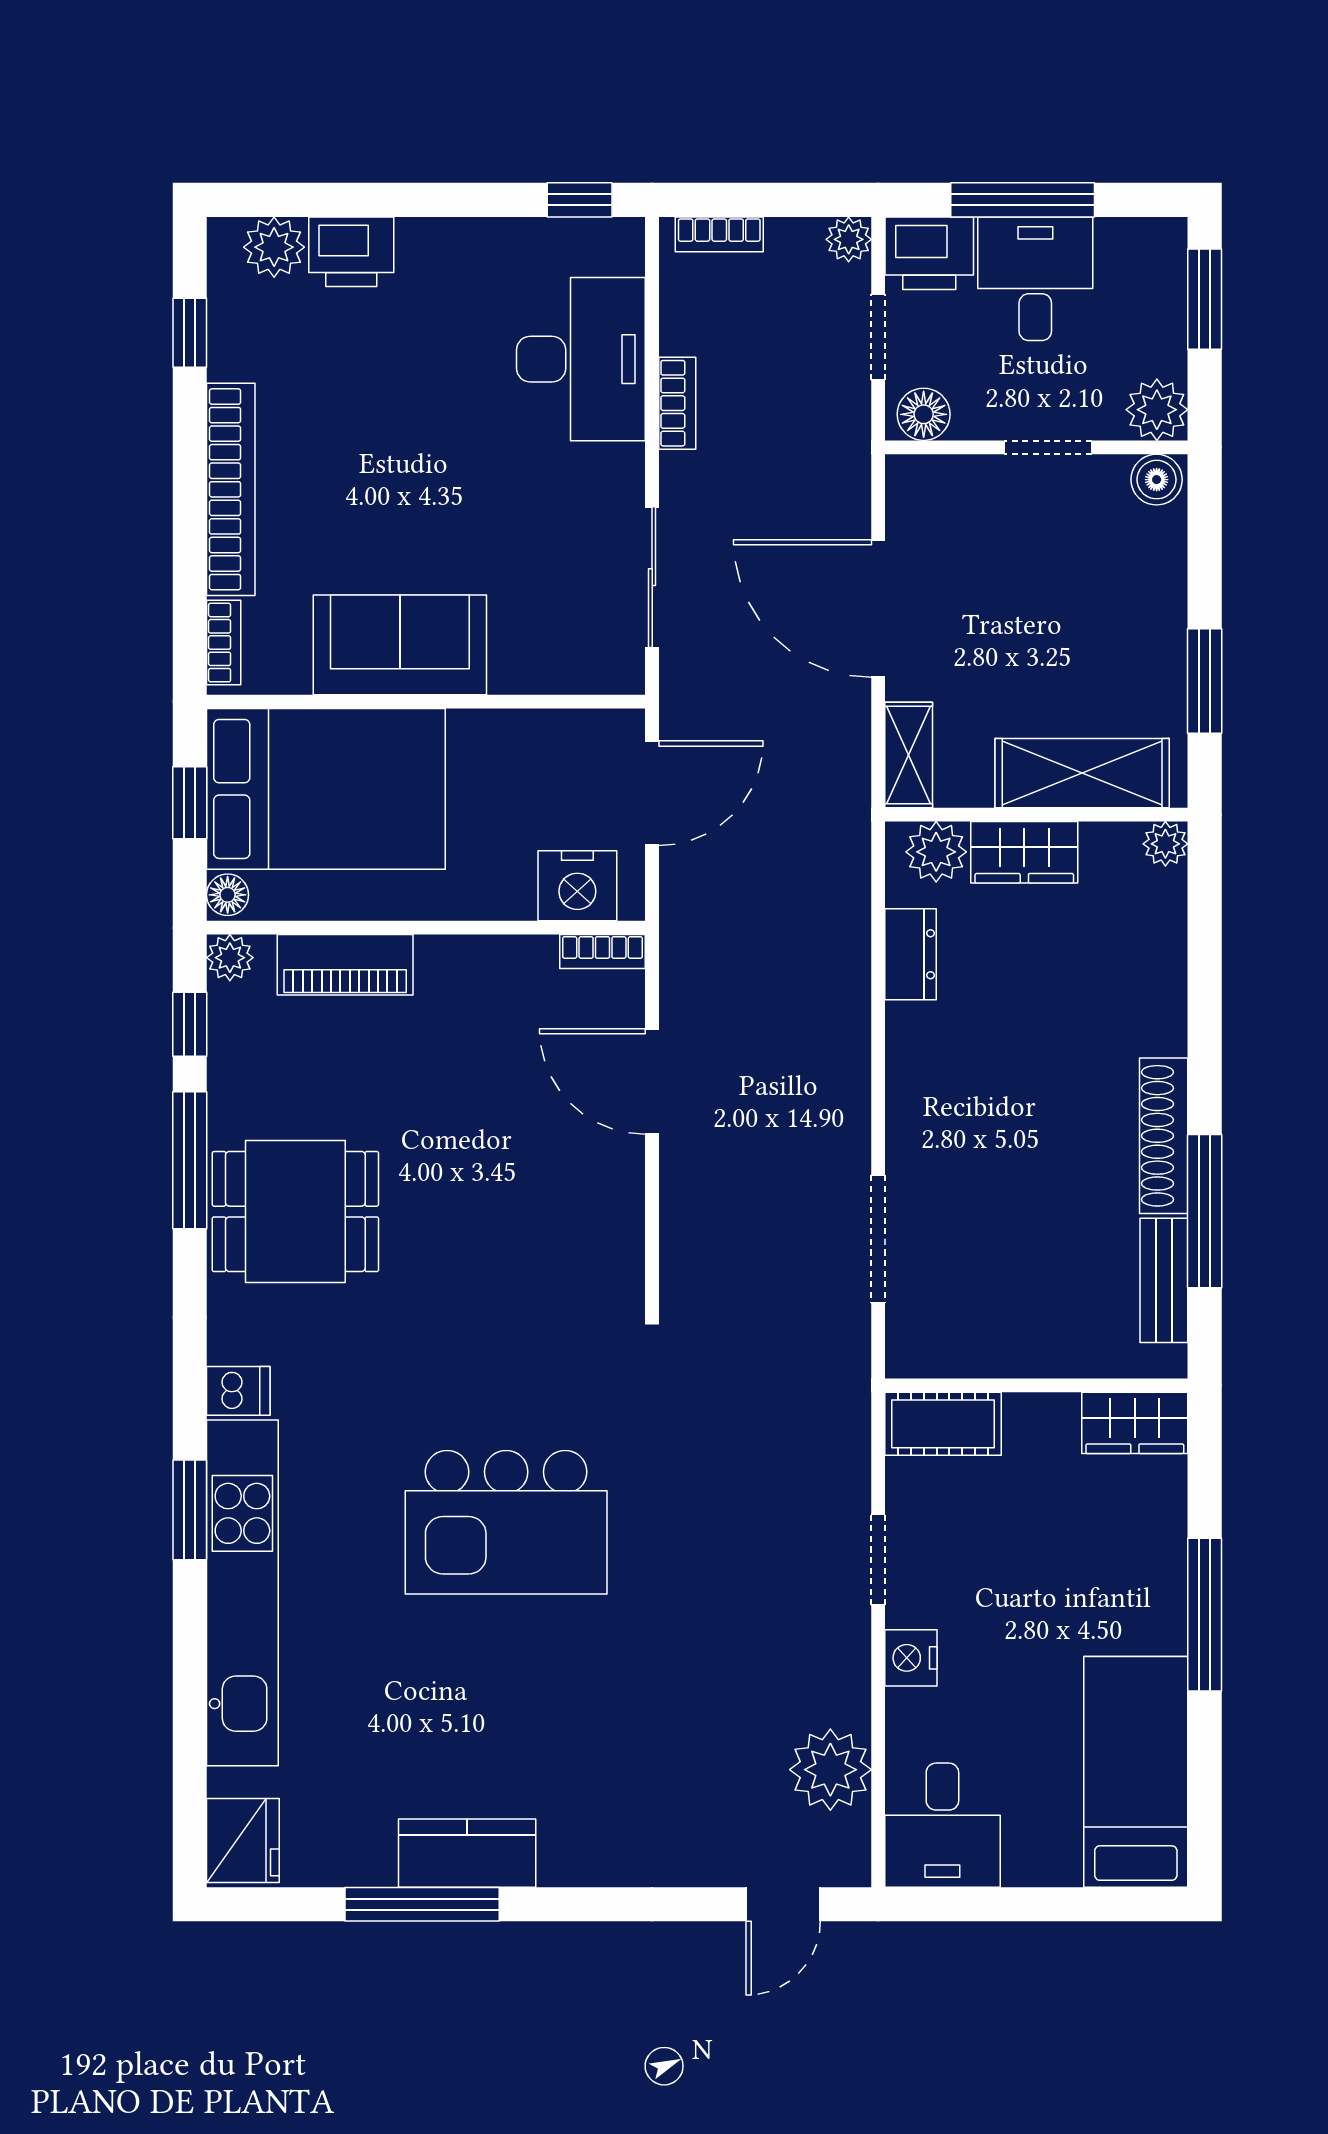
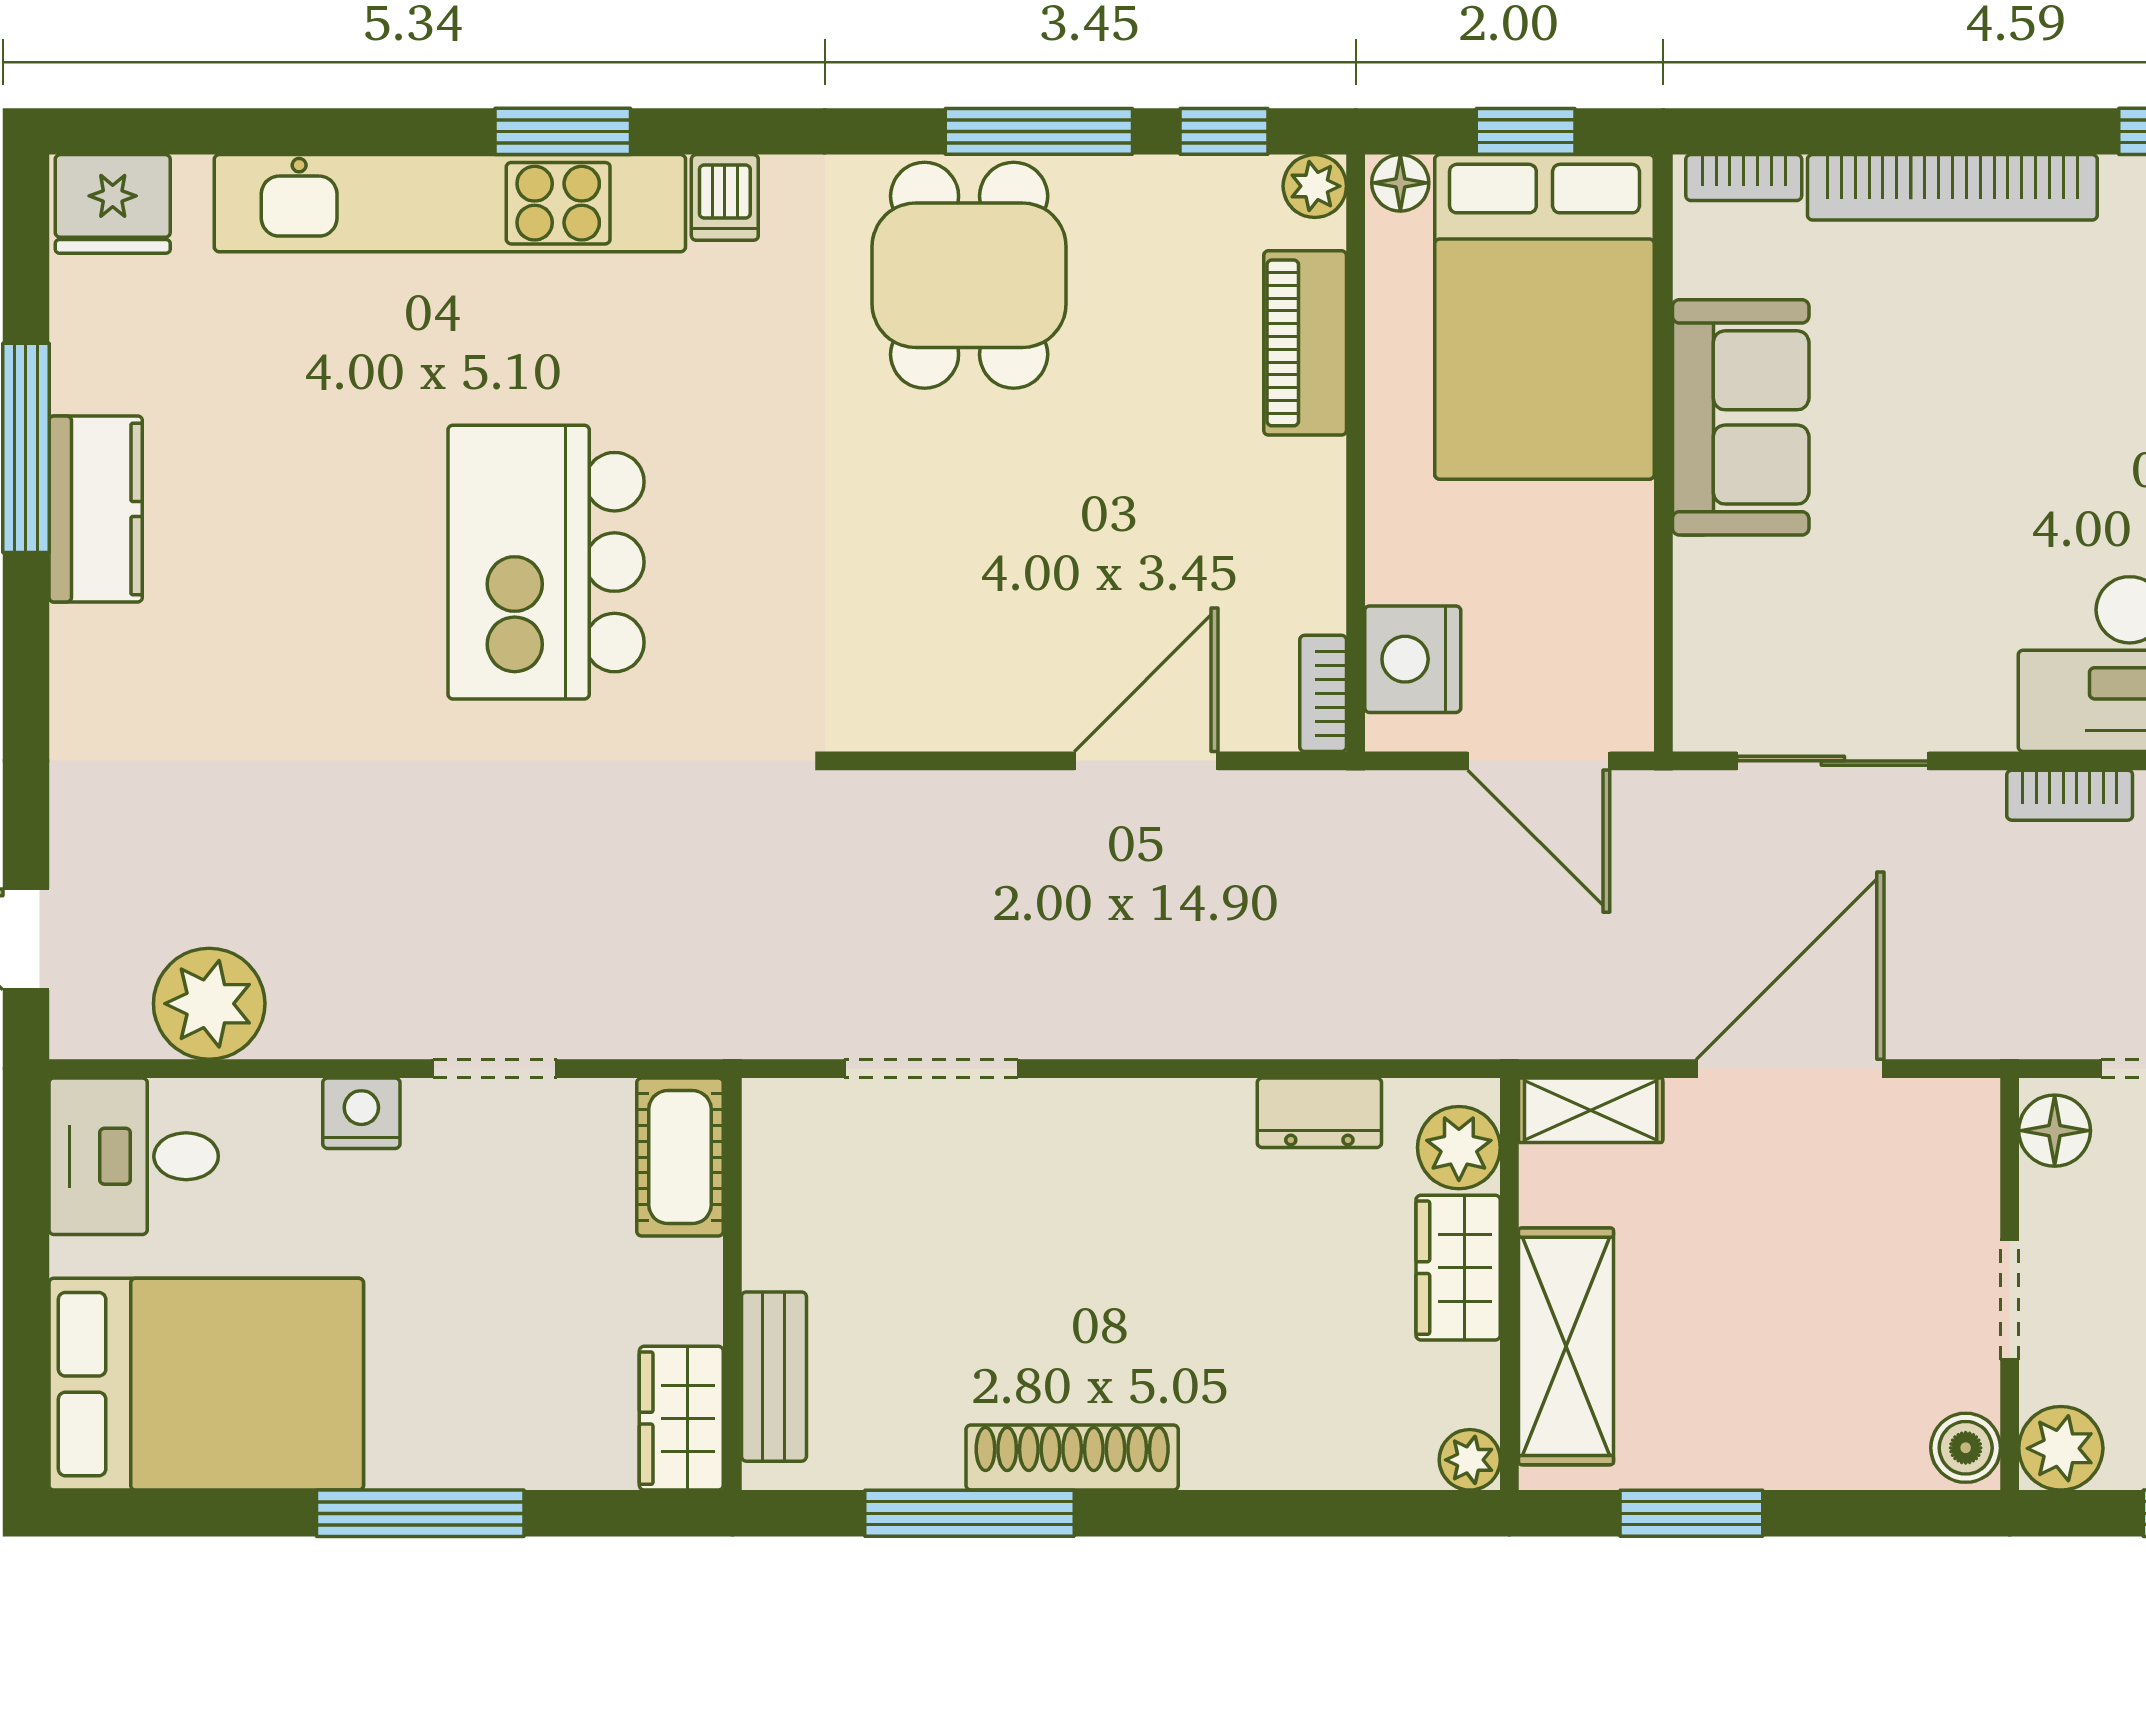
bench: (1164, 1280) -> (774, 1377), moved, turned 90
bed: (1136, 1772) -> (206, 1384), width x1.50

